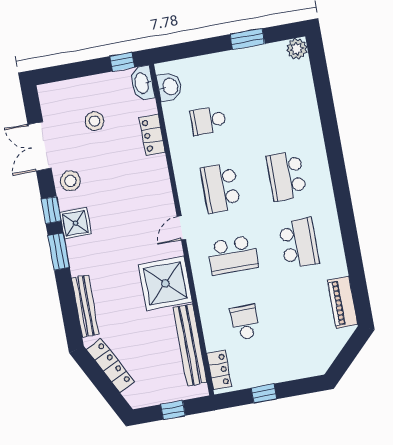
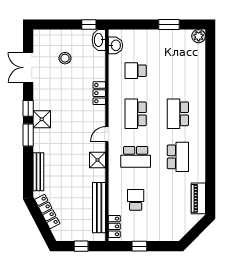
locker: (152, 135) -> (99, 93), moved
stool: (70, 181) -> (43, 92), removed
shower: (165, 283) -> (97, 160), width x0.54, depth x0.54

